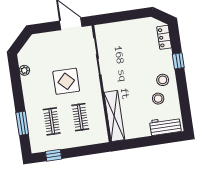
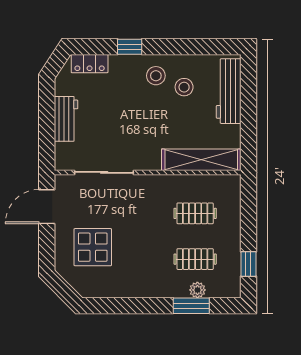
workbench: (127, 28) -> (66, 119), added
plant: (24, 70) -> (197, 290), moved
display table: (66, 81) -> (93, 247), moved
workbench: (165, 126) -> (229, 91), width x1.38

